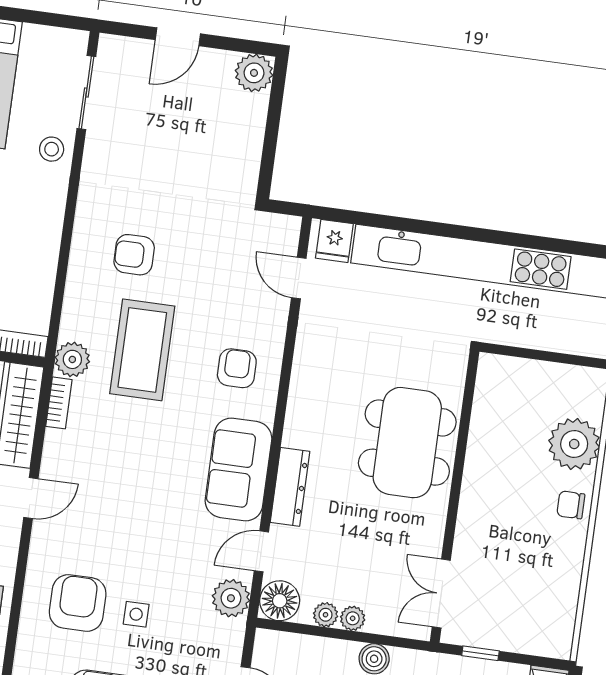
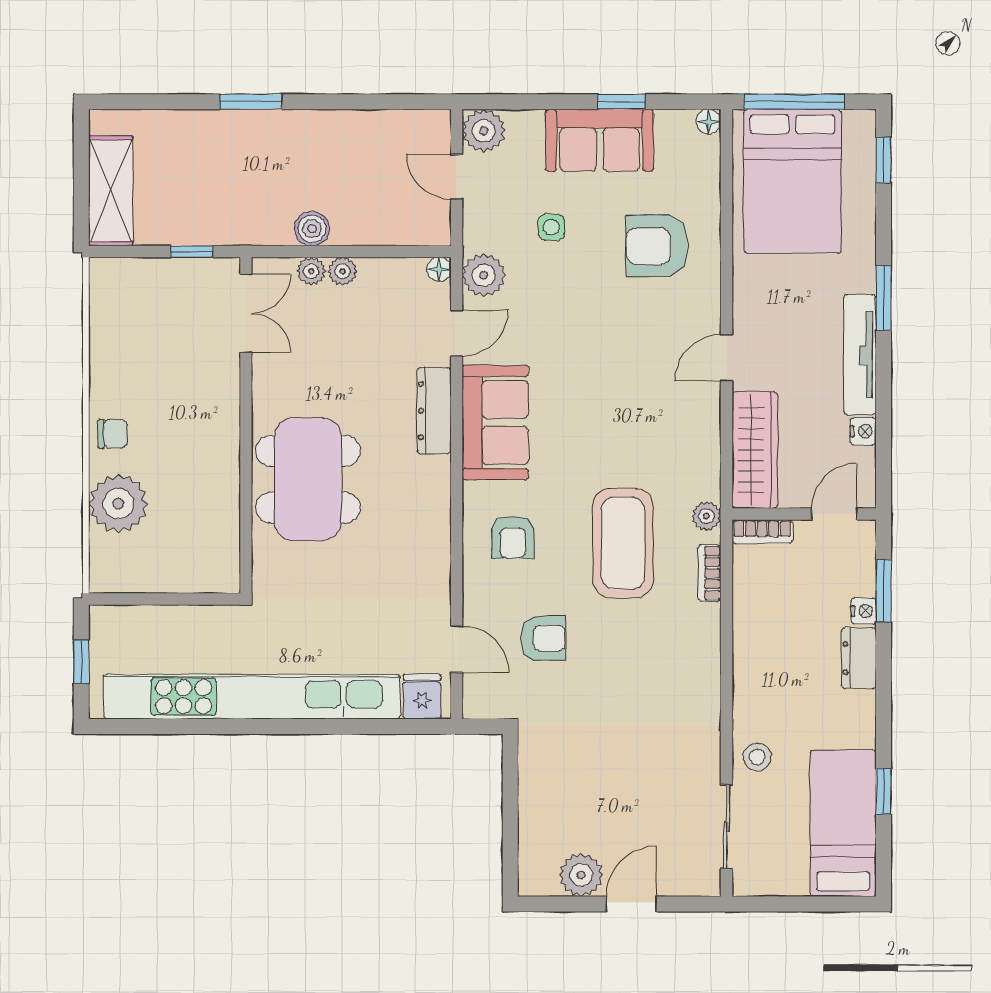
plant: (254, 73) -> (581, 875), moved
armchair: (134, 255) -> (543, 638), moved
plant: (72, 359) -> (706, 516), width x0.73, depth x0.73
bookcase: (59, 403) -> (710, 573), moved
floor lamp: (280, 601) -> (439, 269), width x0.53, depth x0.53
armchair: (78, 603) -> (657, 246), turned 89
side table: (136, 614) -> (551, 227), moved
plant: (326, 615) -> (311, 271), moved

